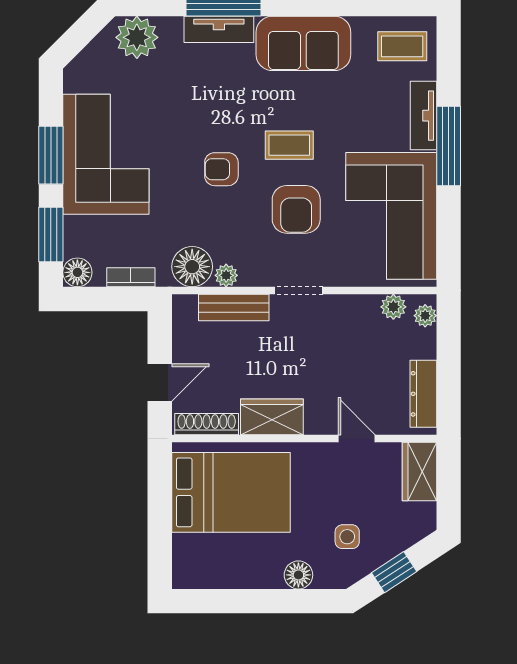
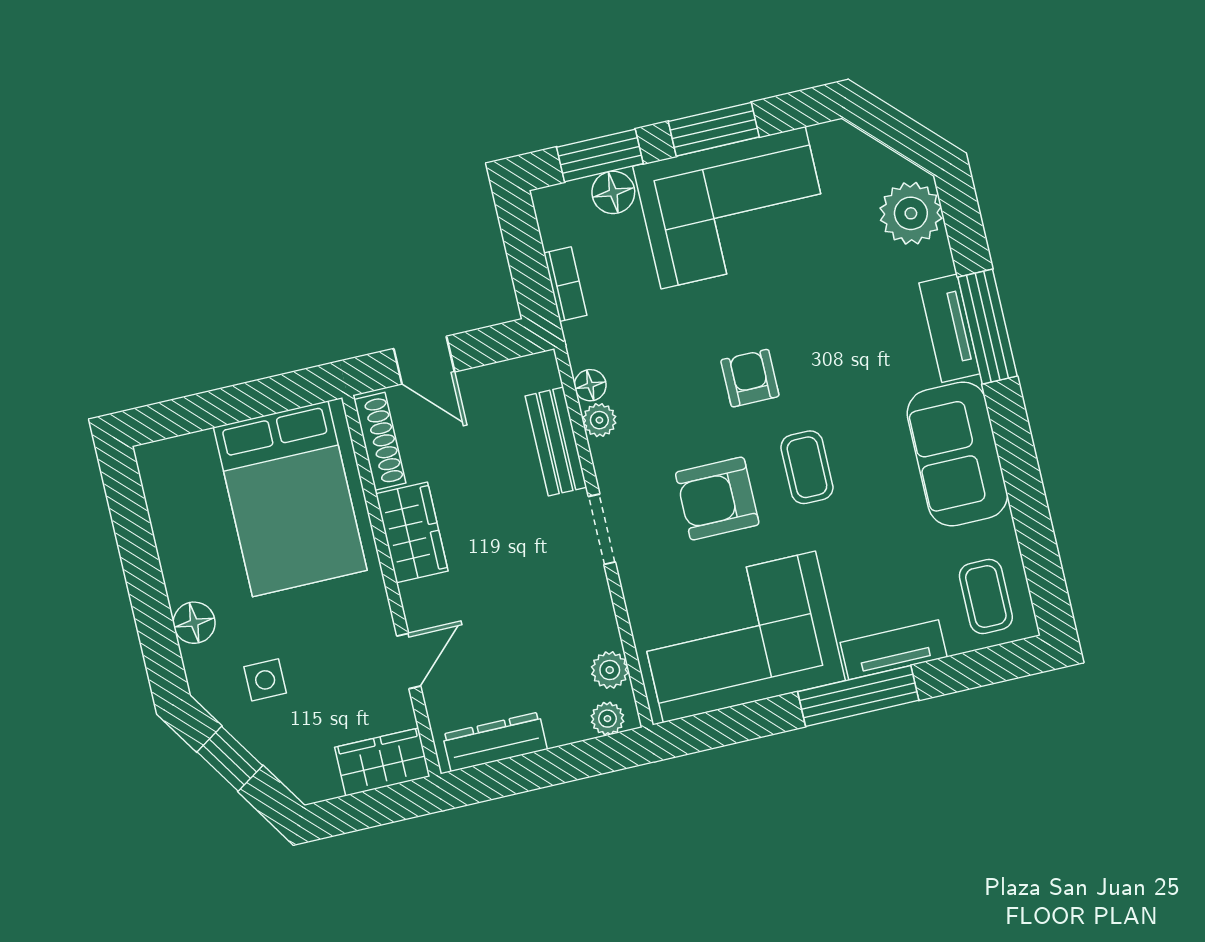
floor lamp: (192, 267) -> (590, 385), width x0.53, depth x0.53
floor lamp: (77, 272) -> (613, 192), moved

